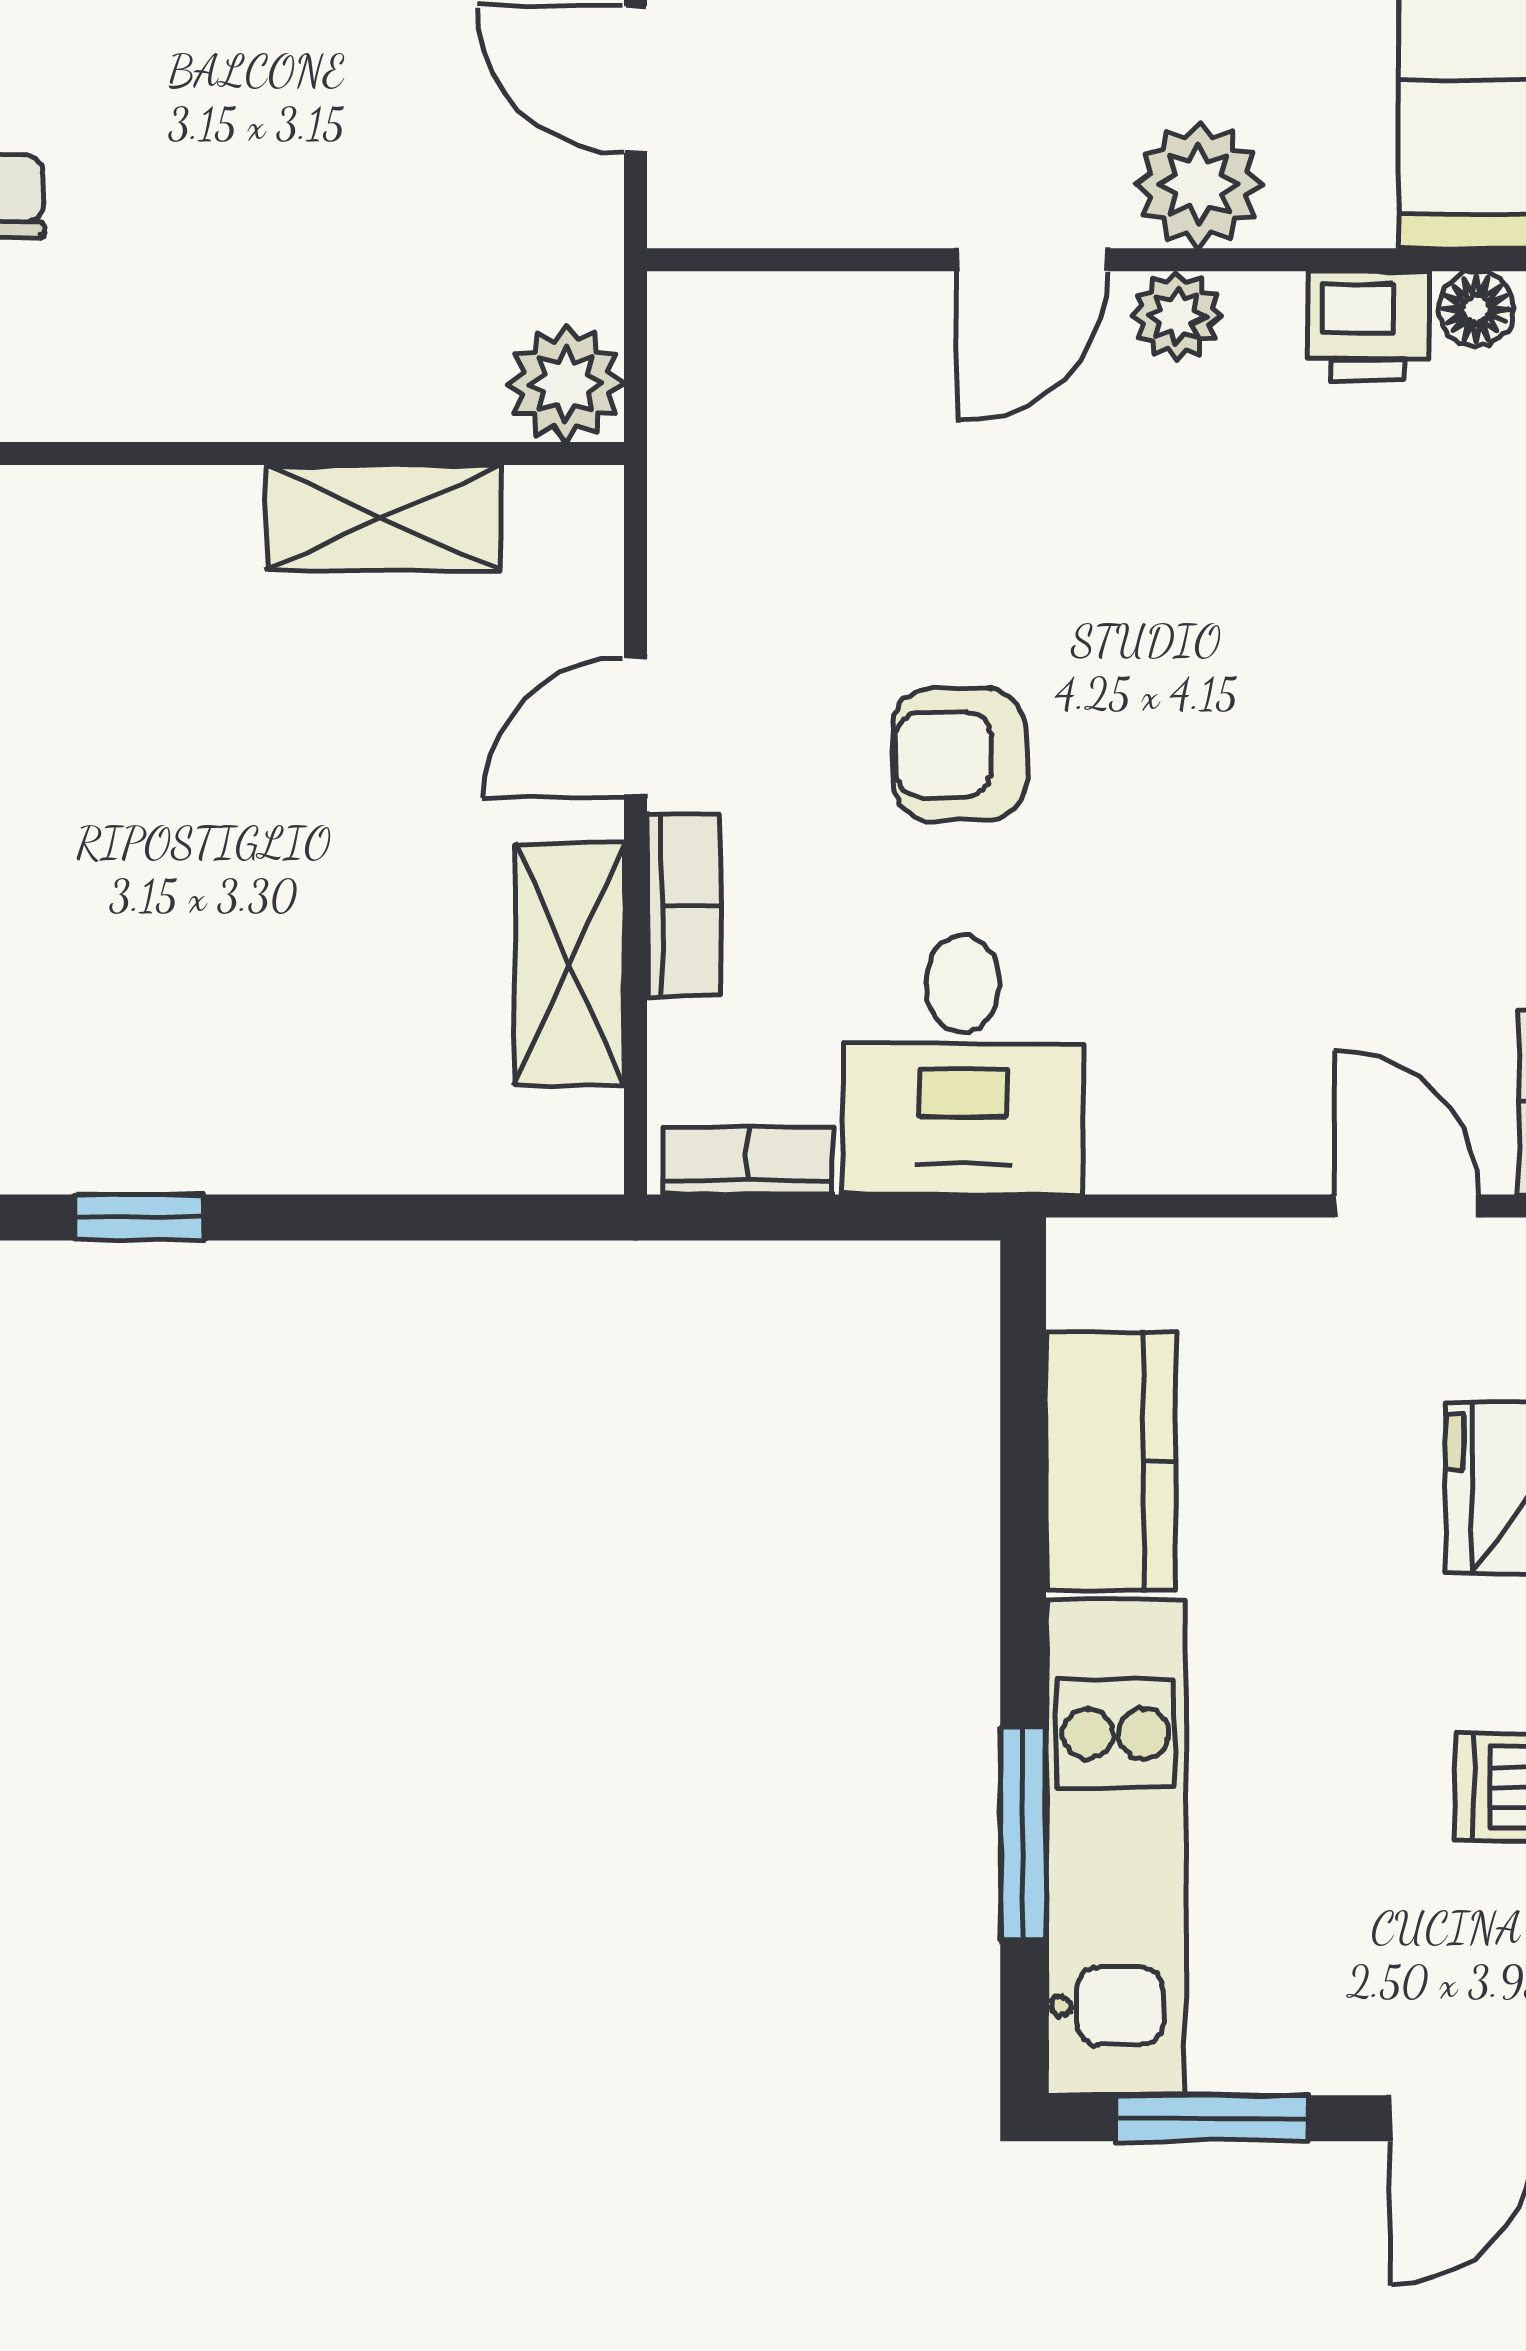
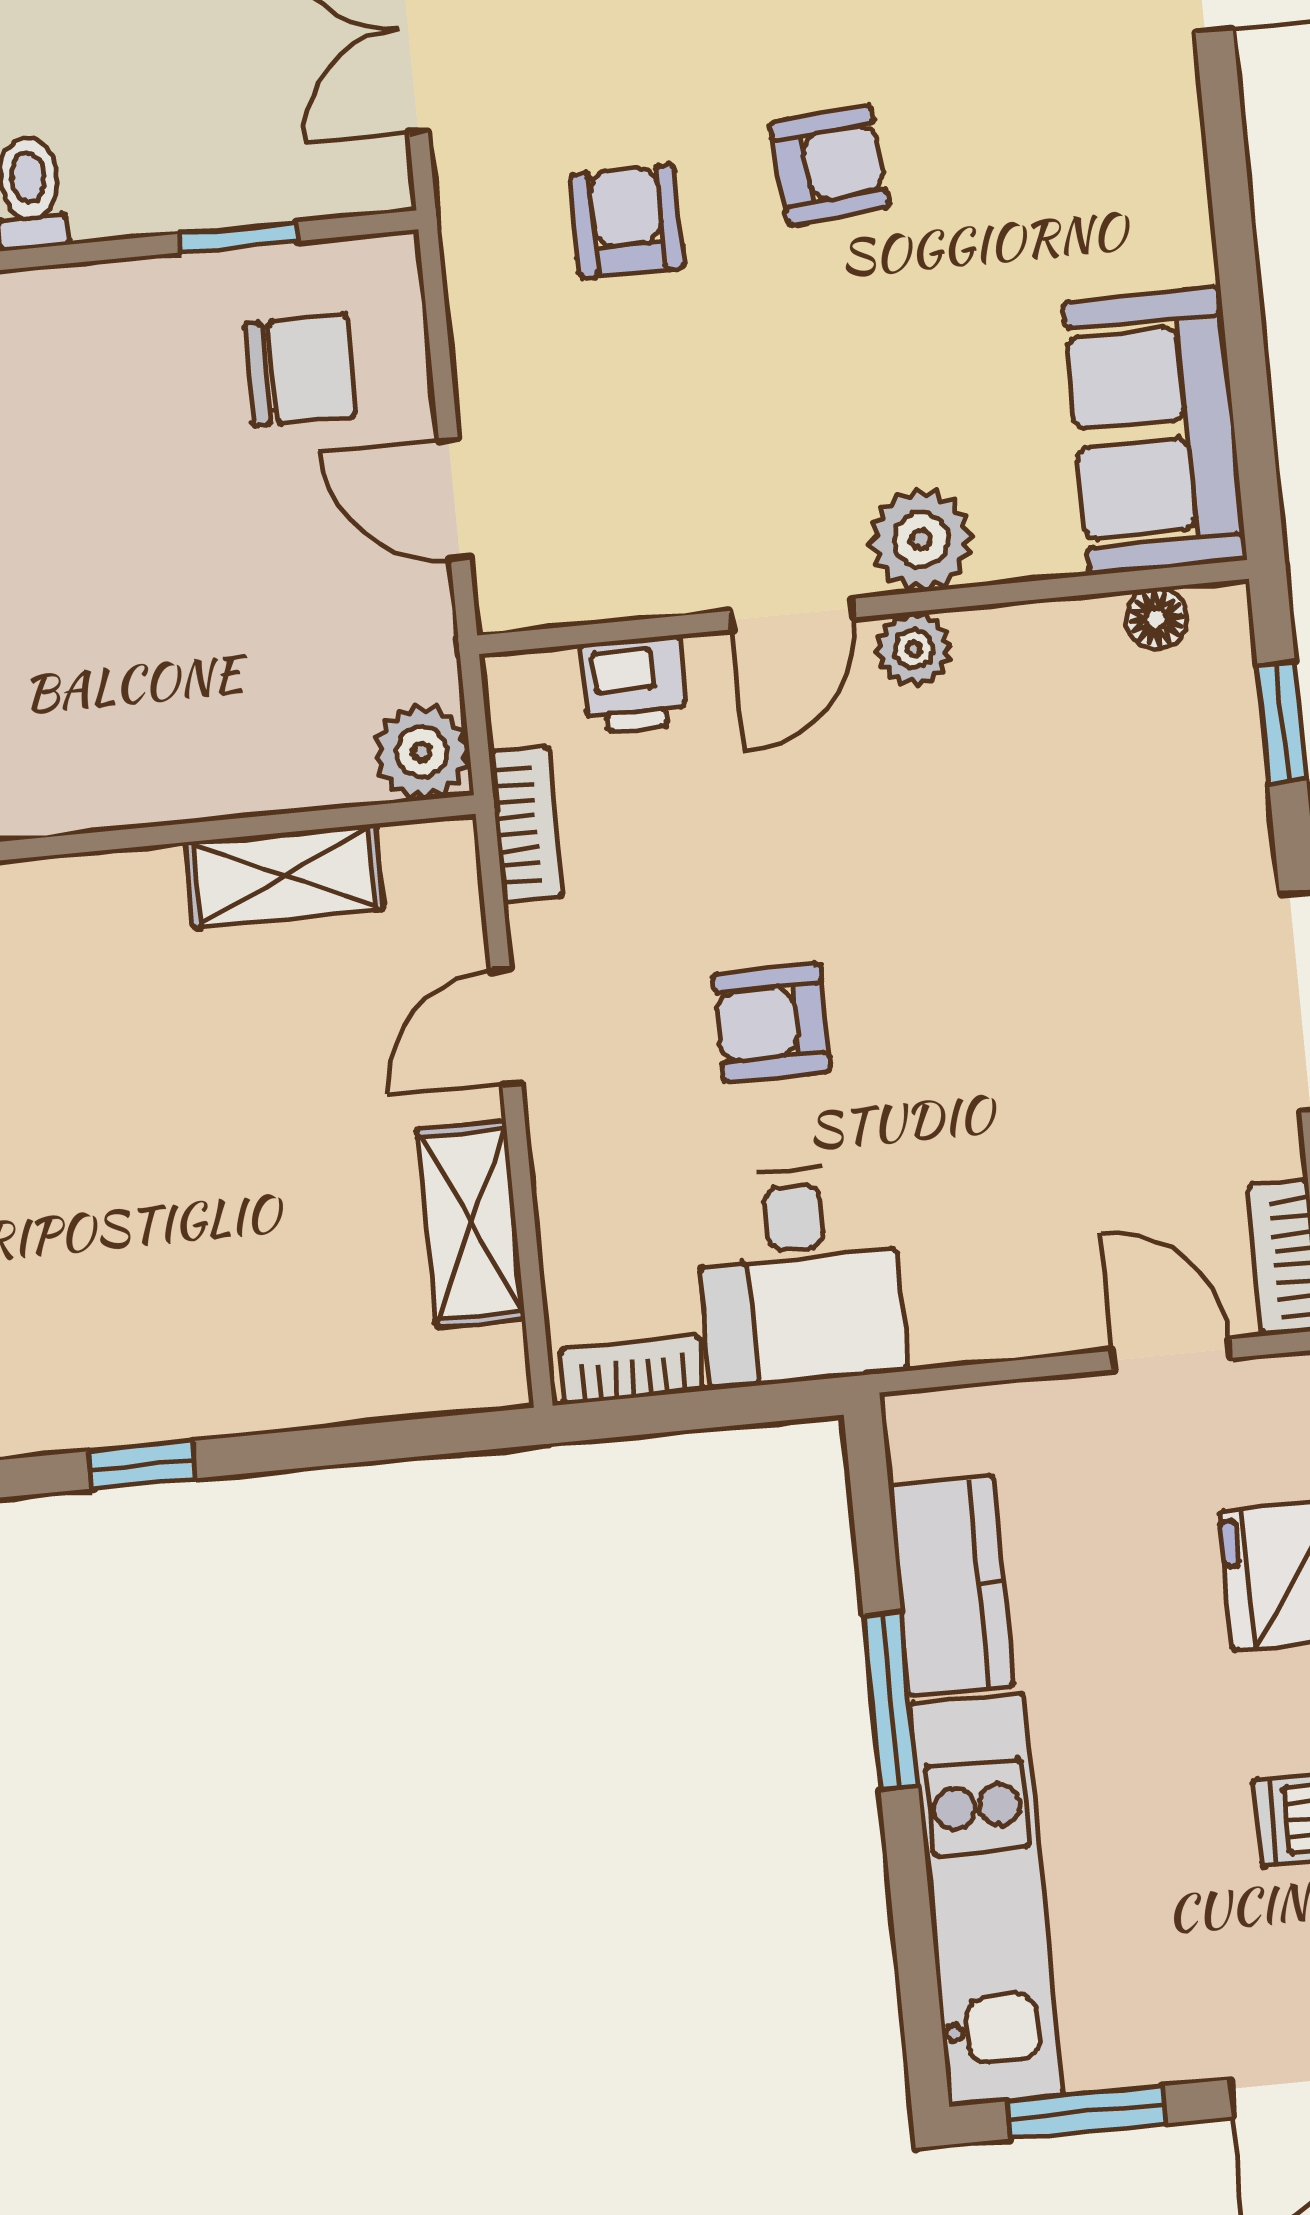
printer: (1369, 326) -> (633, 684), moved
bookcase: (684, 905) -> (526, 824), moved
window: (1023, 1834) -> (891, 1701), moved

